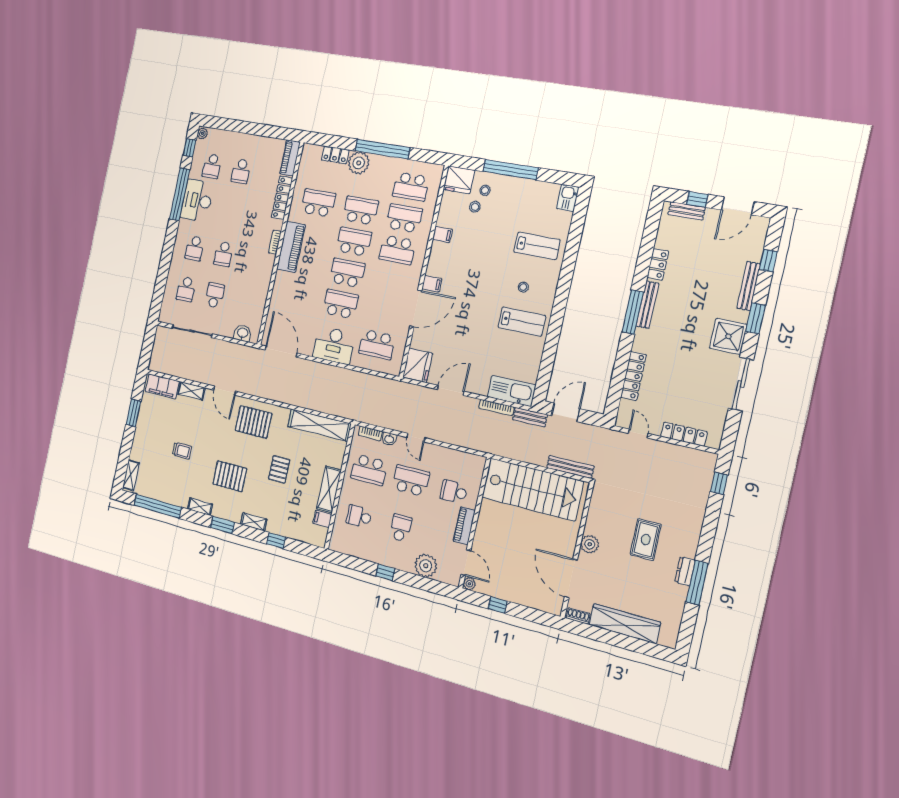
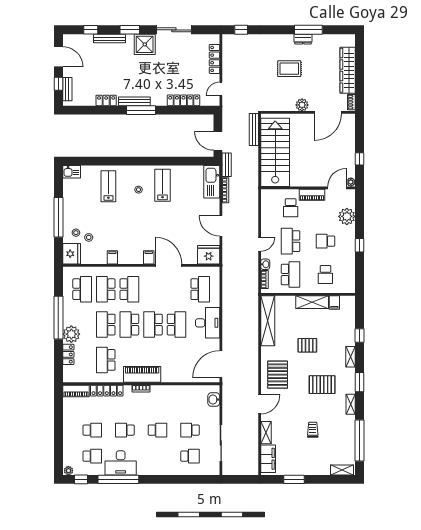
school desk: (195, 248) -> (125, 430), moved, turned 180
school desk: (340, 304) -> (177, 325), turned 180
pallet: (230, 476) -> (322, 385), turned 90

